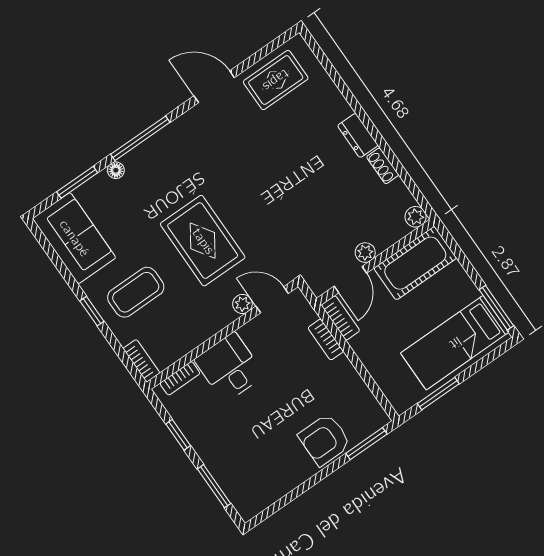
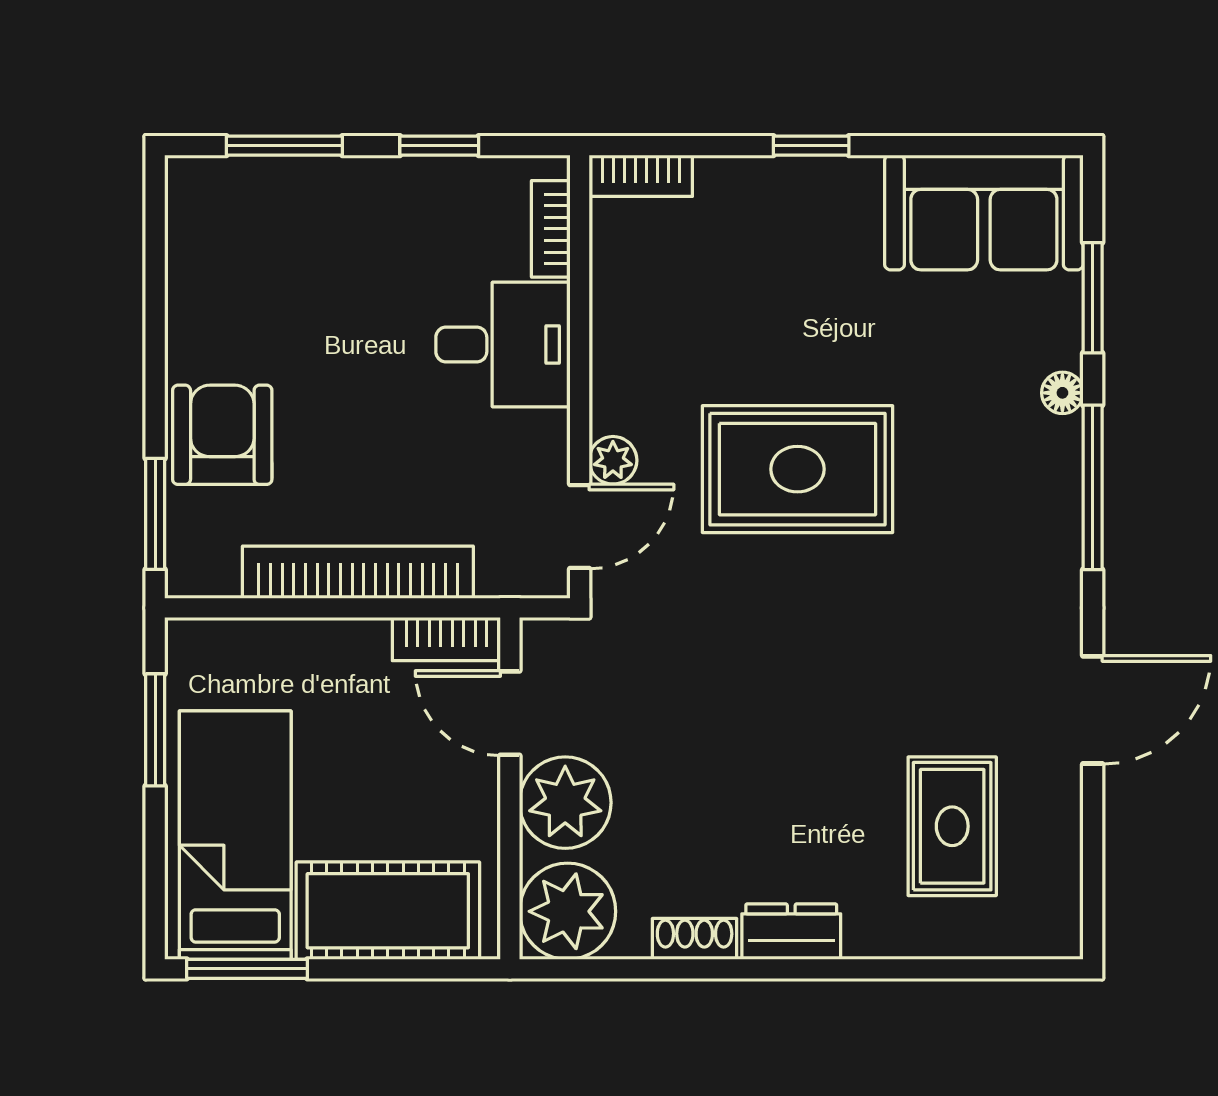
rug: (276, 80) -> (952, 826), moved
plant: (416, 217) -> (568, 911), width x1.88, depth x1.88
plant: (365, 253) -> (565, 803), width x1.88, depth x1.88
cot: (415, 263) -> (388, 911), moved, turned 90
coffee table: (136, 292) -> (787, 261), removed
bookcase: (326, 340) -> (358, 572), width x2.31, depth x1.31

